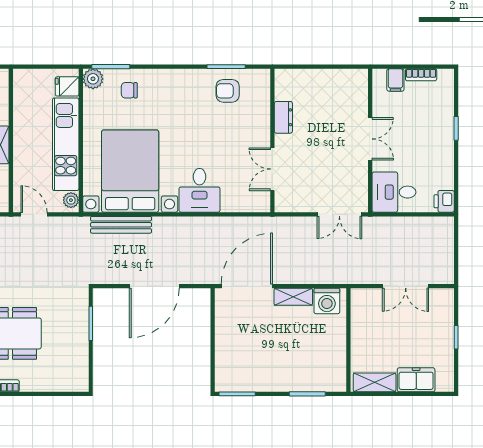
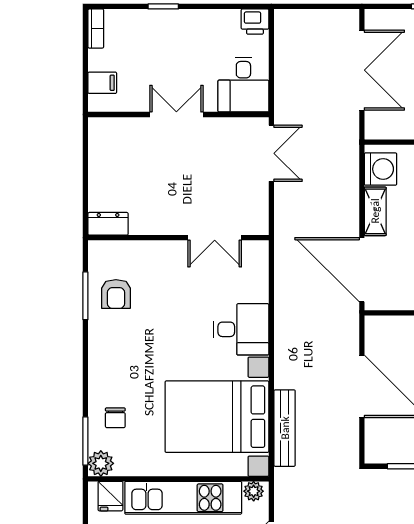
bookcase: (421, 75) -> (96, 29), moved
dresser: (283, 117) -> (108, 224), moved
double door: (406, 286) -> (362, 70), width x1.37

